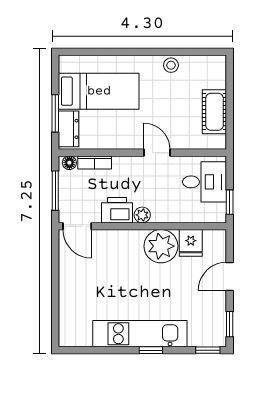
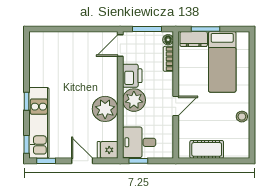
desk: (205, 182) -> (139, 142), moved, turned 90
plant: (142, 215) -> (134, 100), width x1.88, depth x1.88
fridge: (191, 243) -> (108, 150), moved
kitchen unit: (140, 334) -> (39, 123), moved

